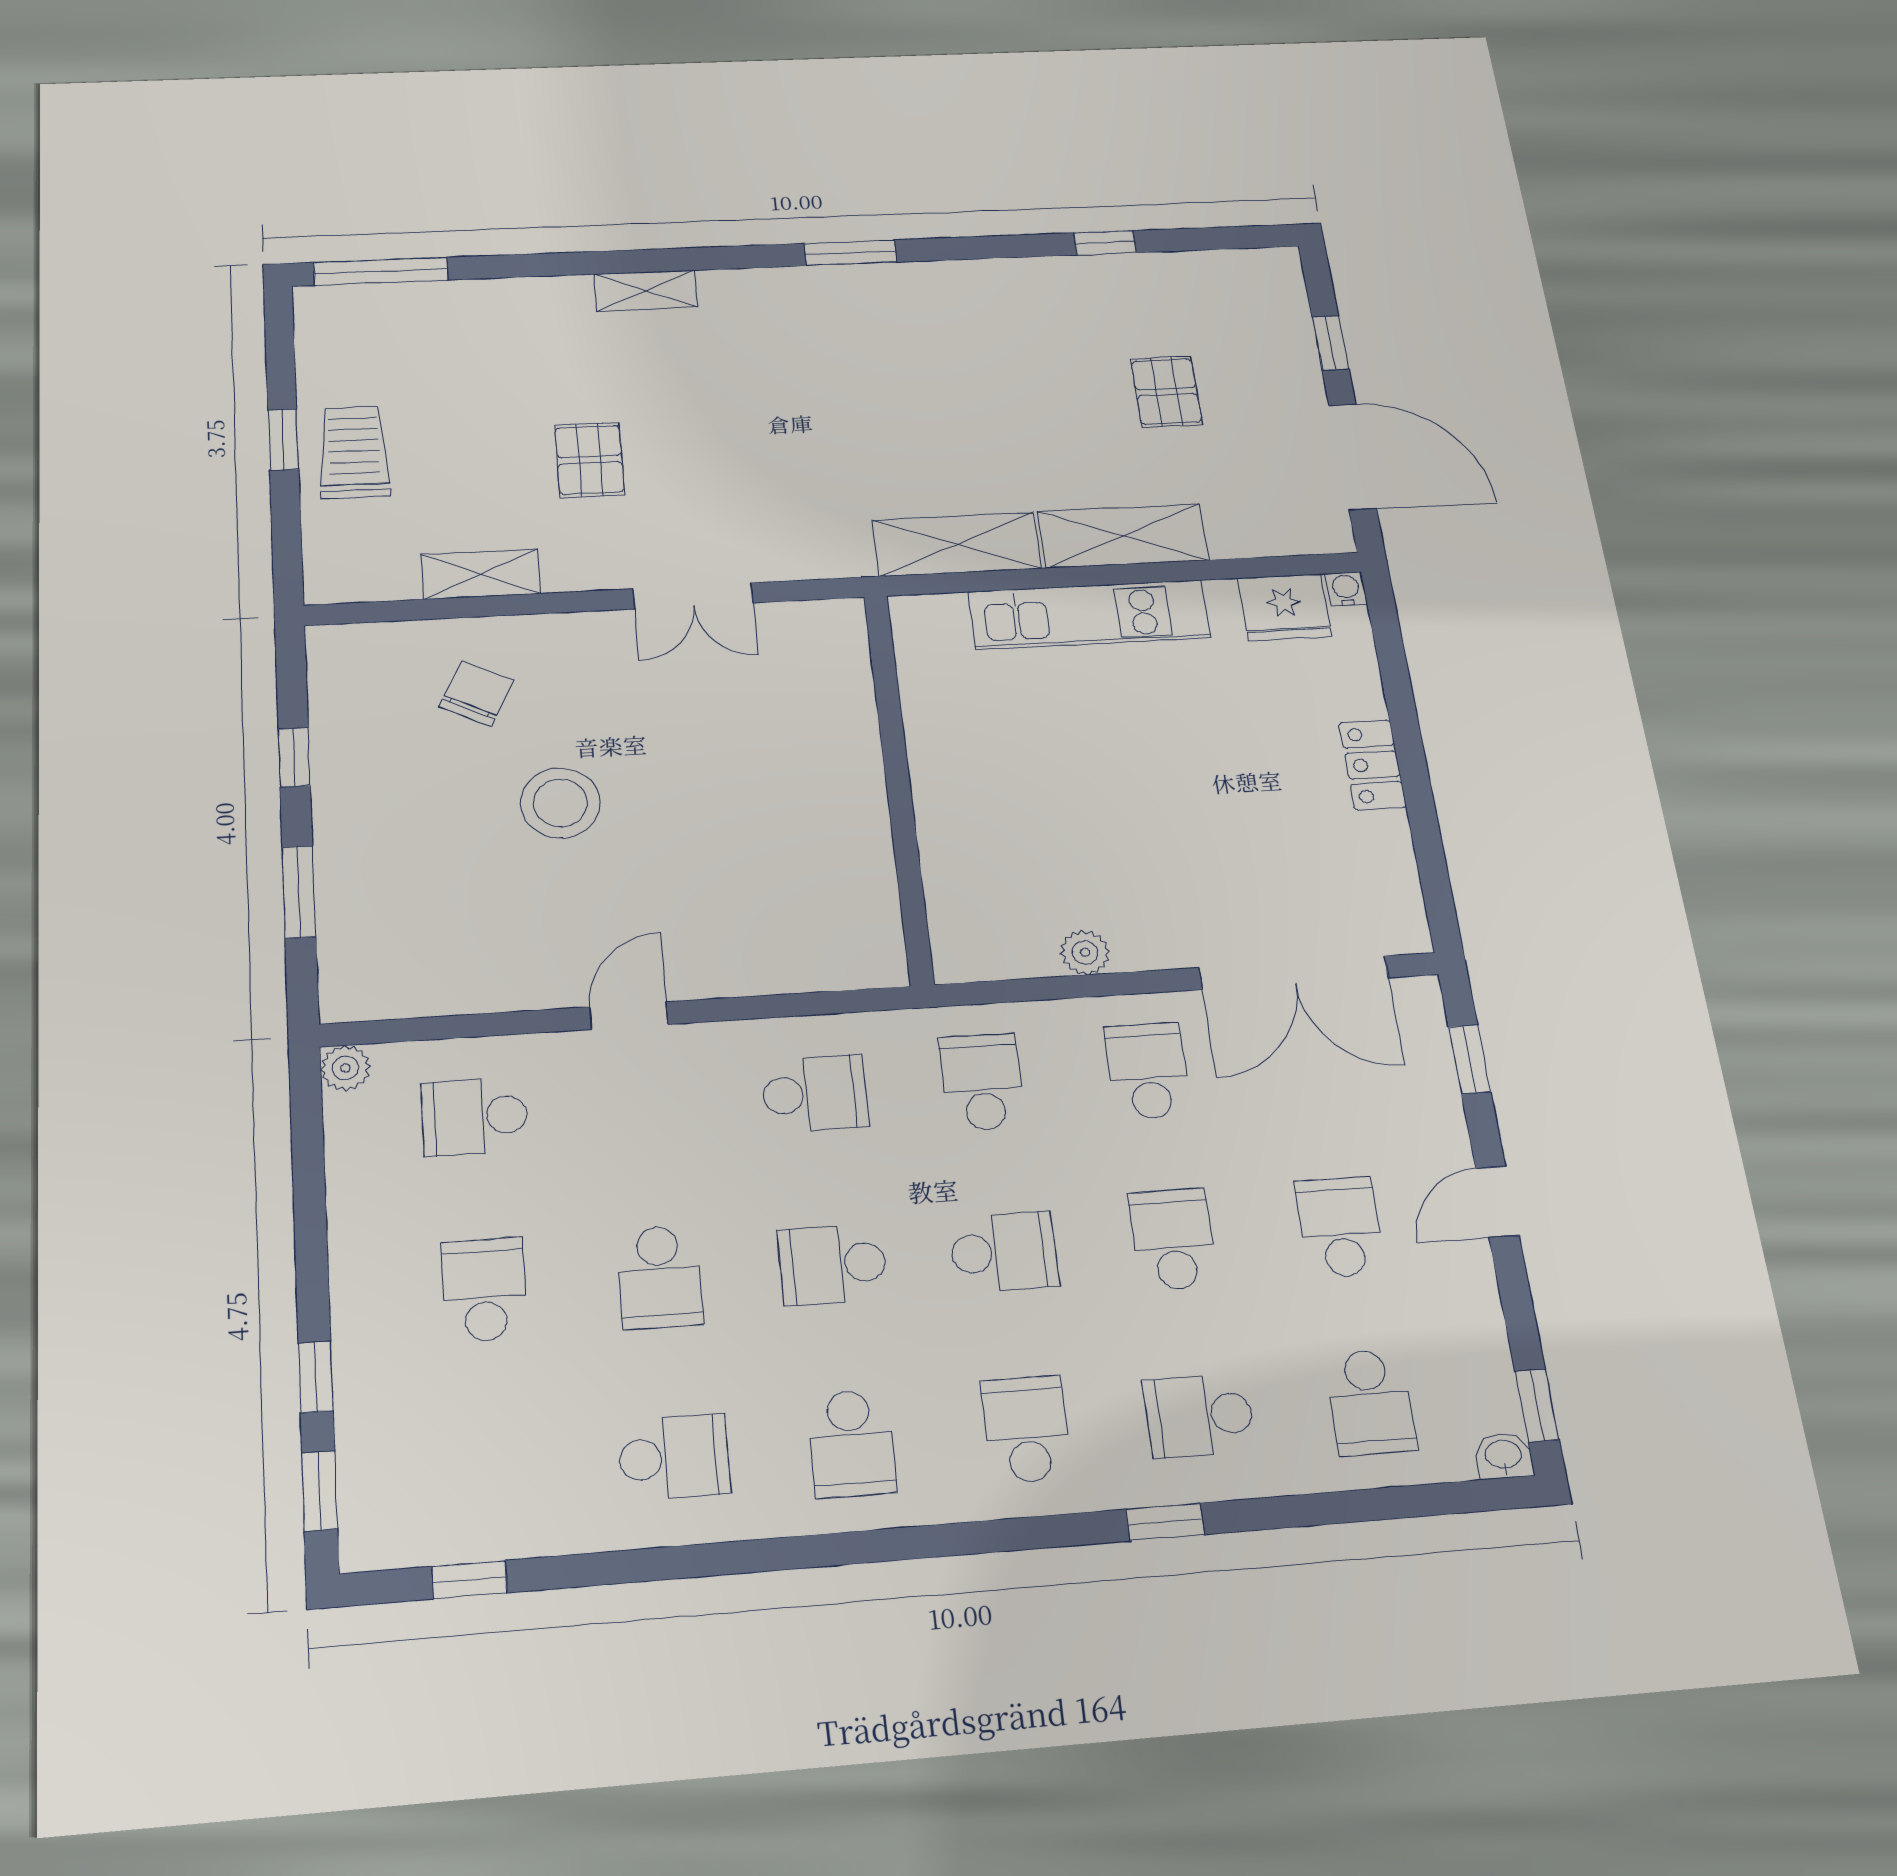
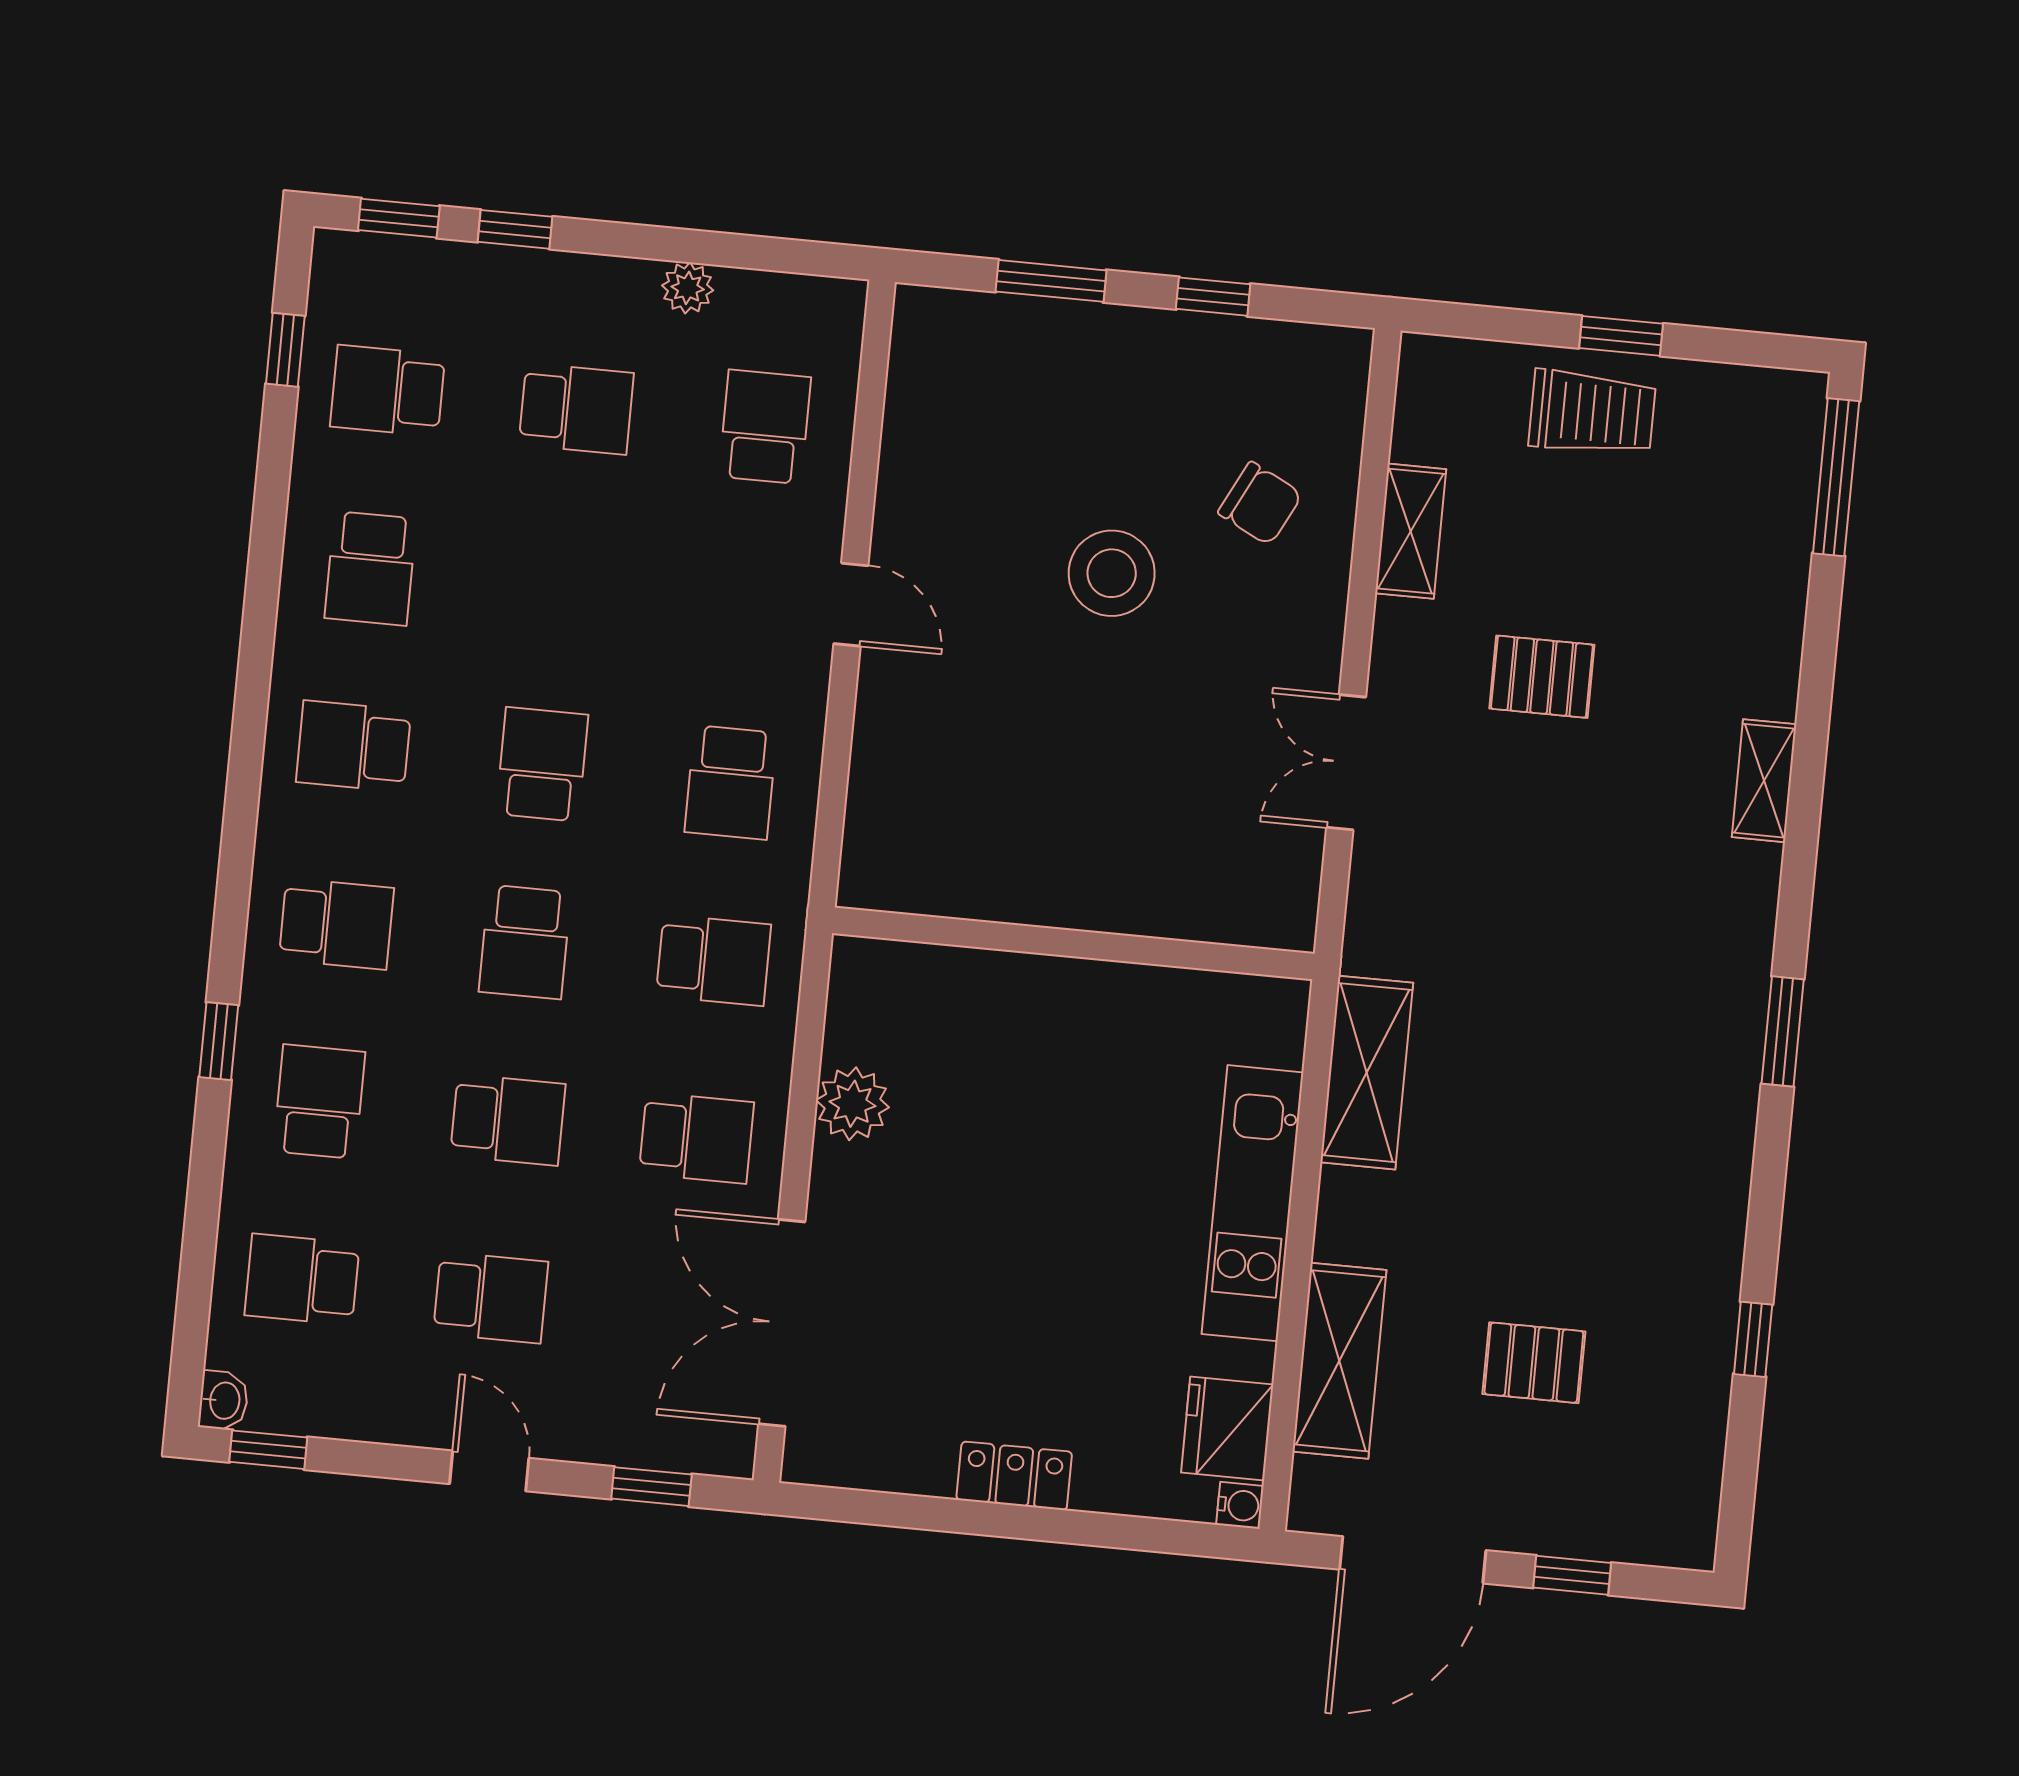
shelving: (1123, 536) -> (1339, 1361), moved
plant: (1085, 952) -> (853, 1104), width x1.38, depth x1.38
plant: (345, 1068) -> (688, 288), moved
school desk: (660, 1277) -> (388, 391), moved

